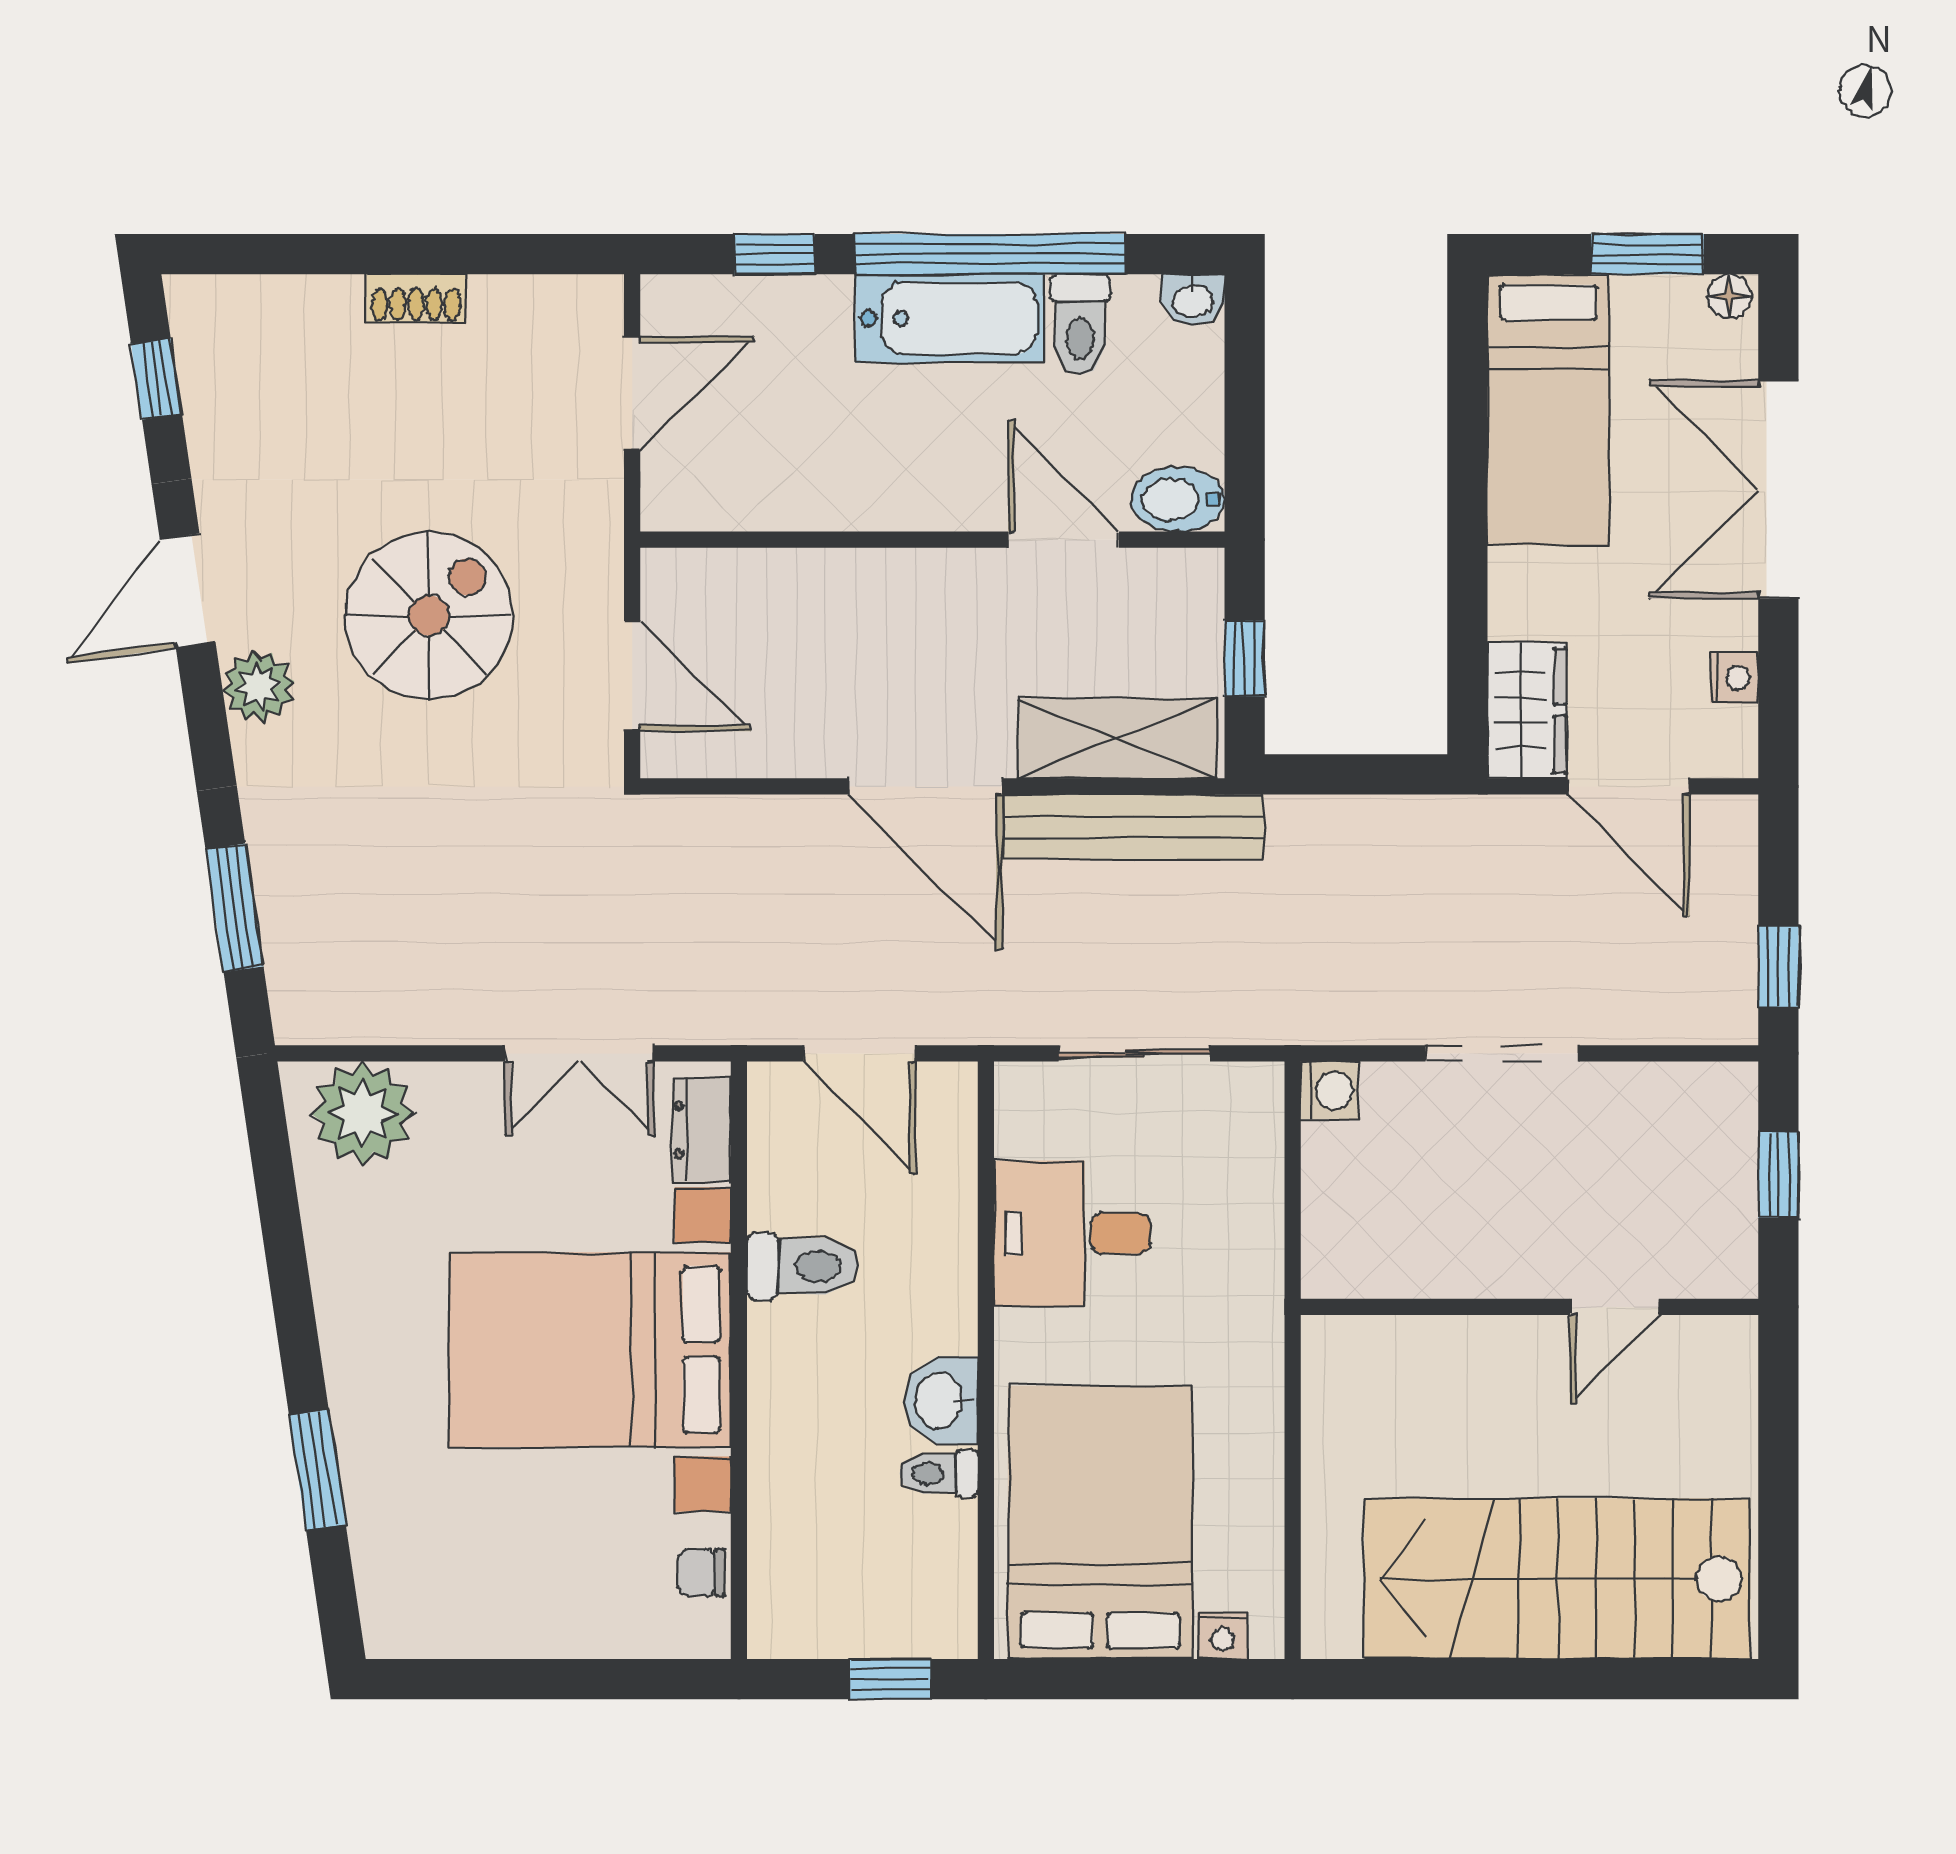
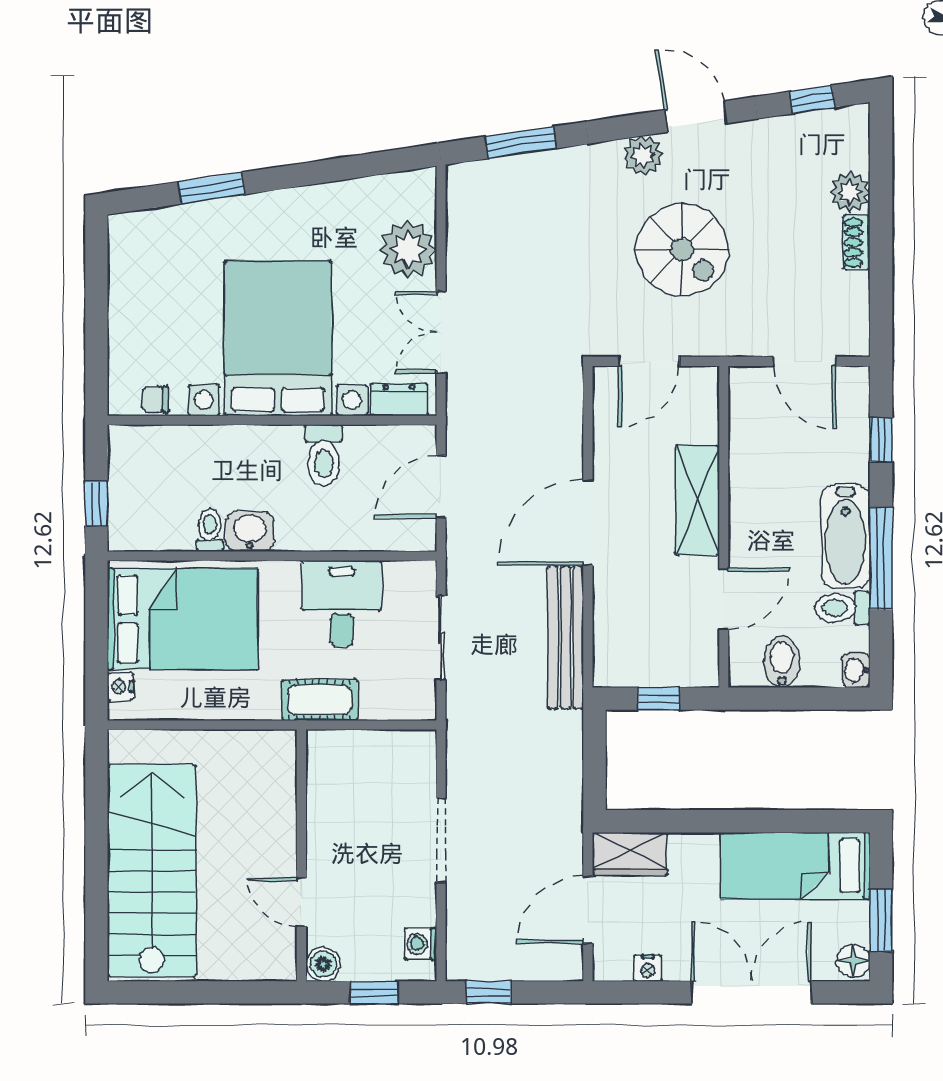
window: (990, 254) -> (881, 559), width x0.68
floor lamp: (1729, 296) -> (853, 961), width x1.37, depth x1.37
plant: (325, 310) -> (850, 192), added
bidet: (1178, 499) -> (782, 662), moved
shelving: (1117, 739) -> (697, 500), moved
washing machine: (1330, 1090) -> (421, 944), moved, turned 90
plant: (363, 1113) -> (408, 249), moved
boiler: (1727, 1267) -> (323, 964), added
cot: (1247, 1273) -> (320, 700), added
chair: (701, 1572) -> (155, 399), turned -90

